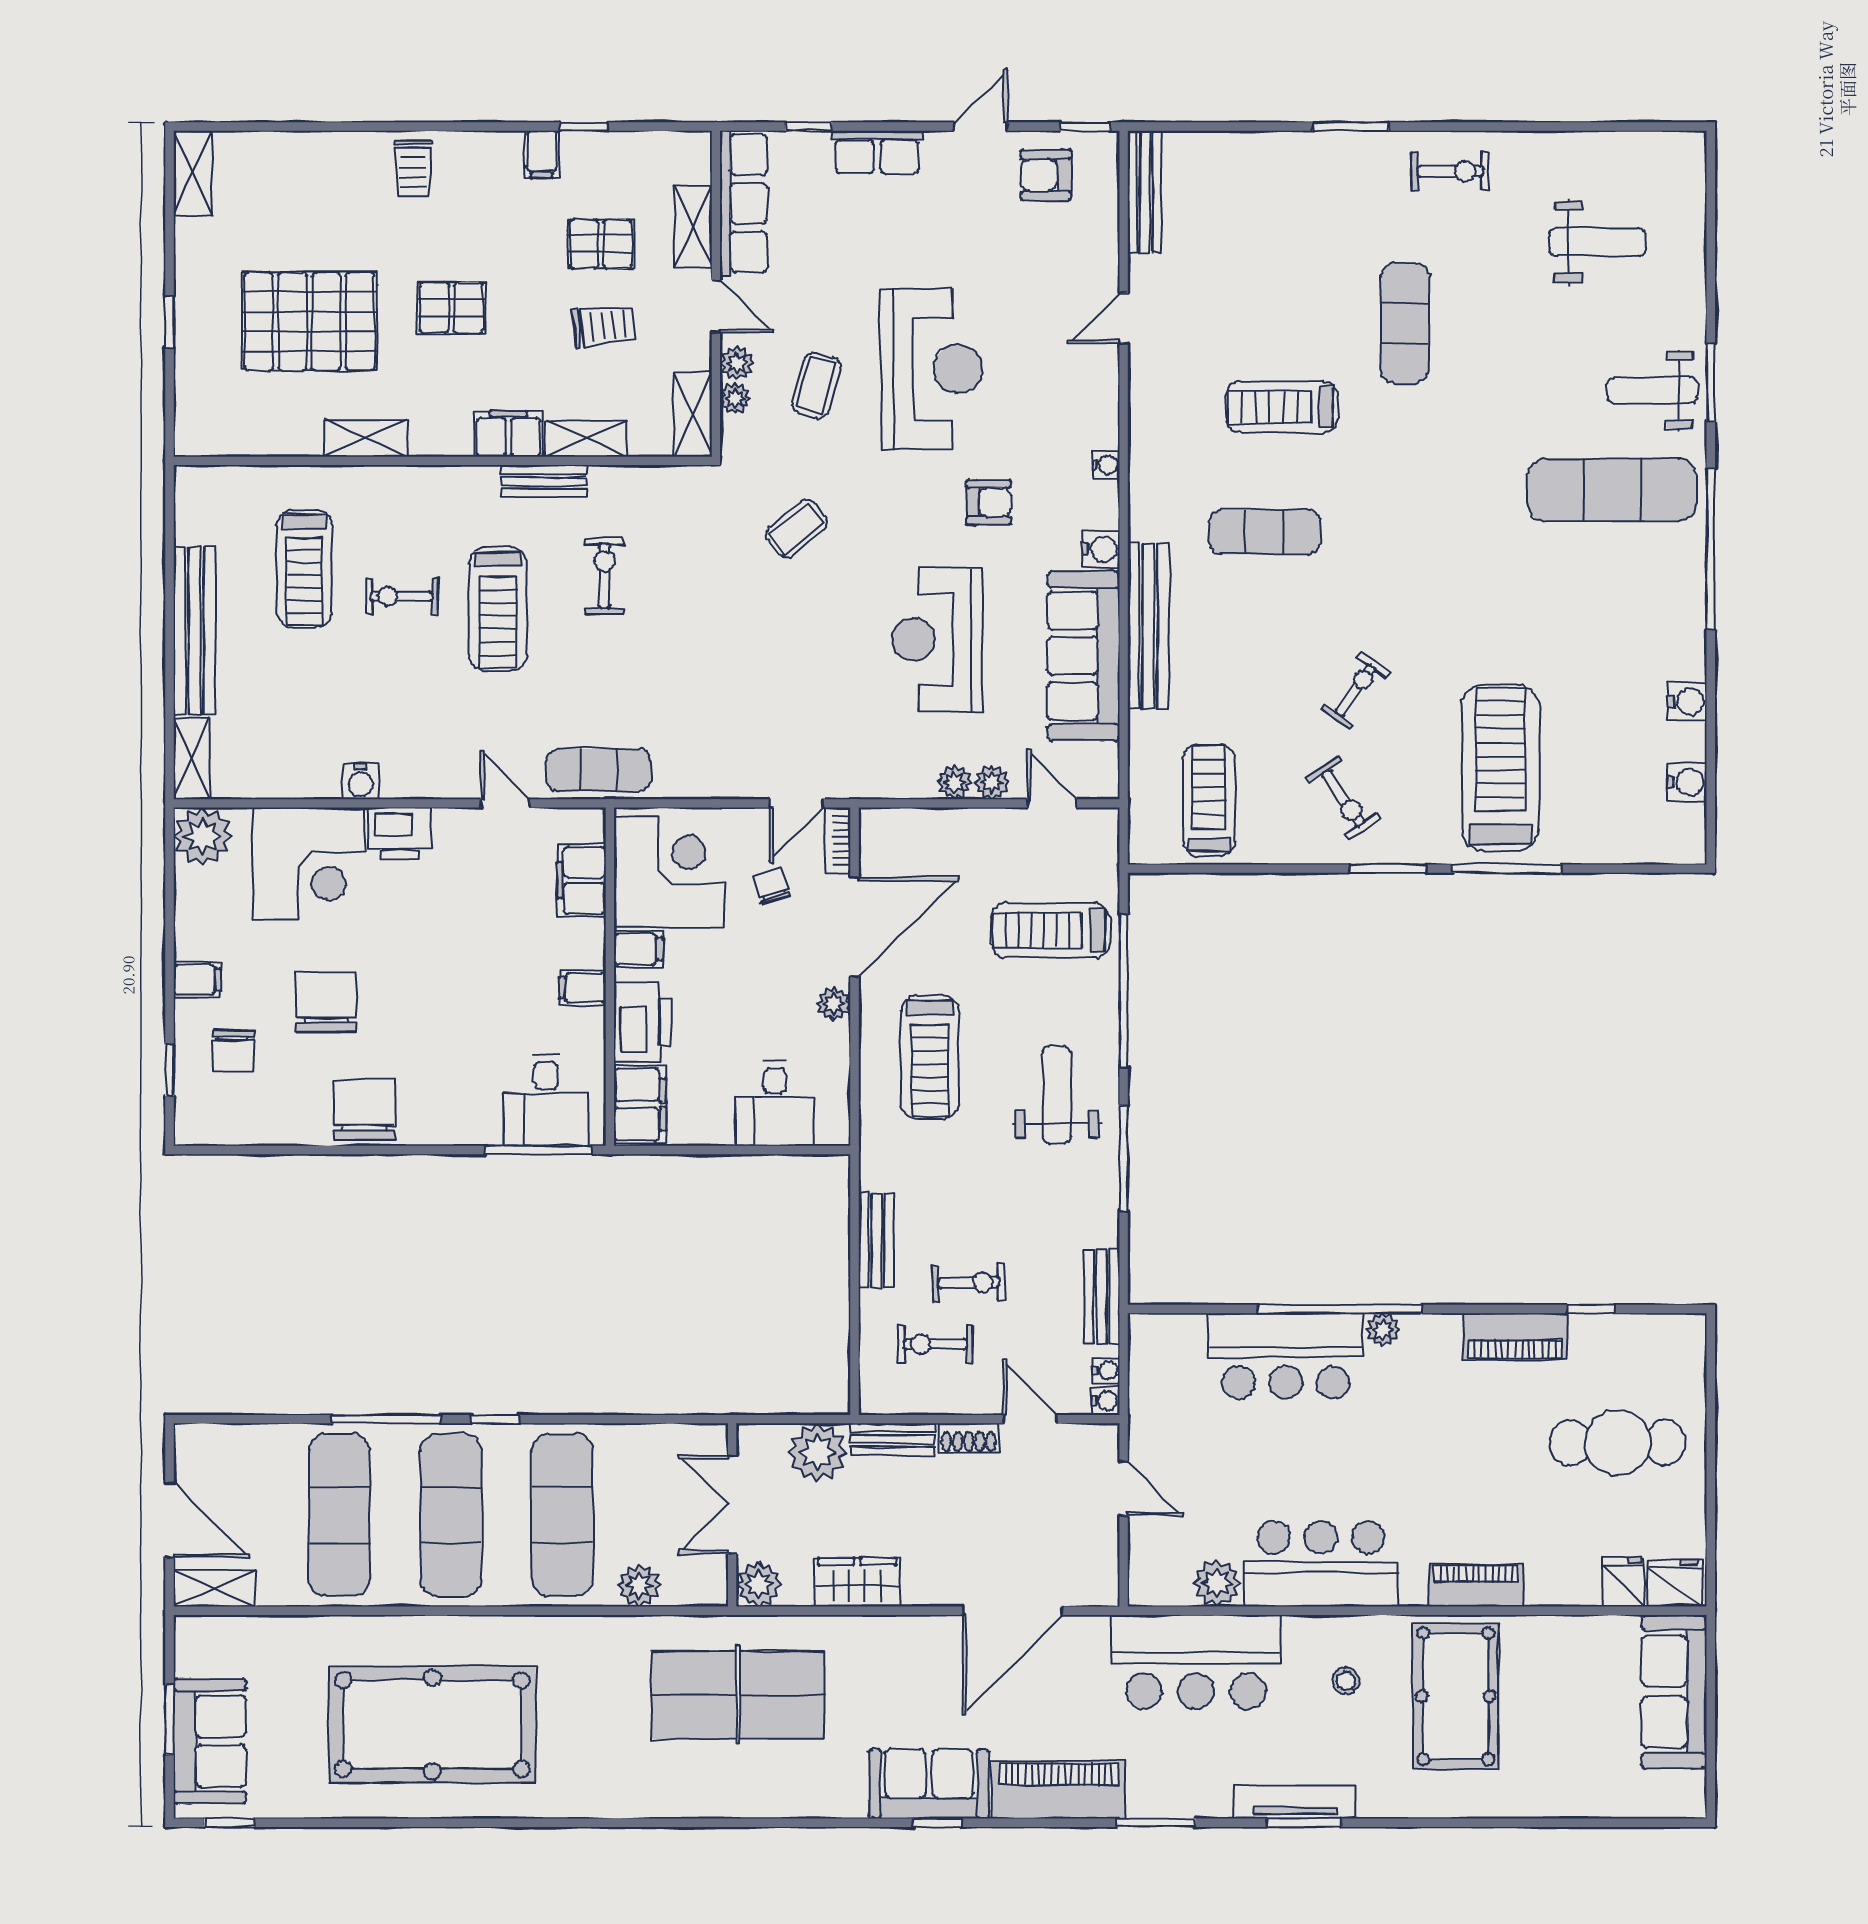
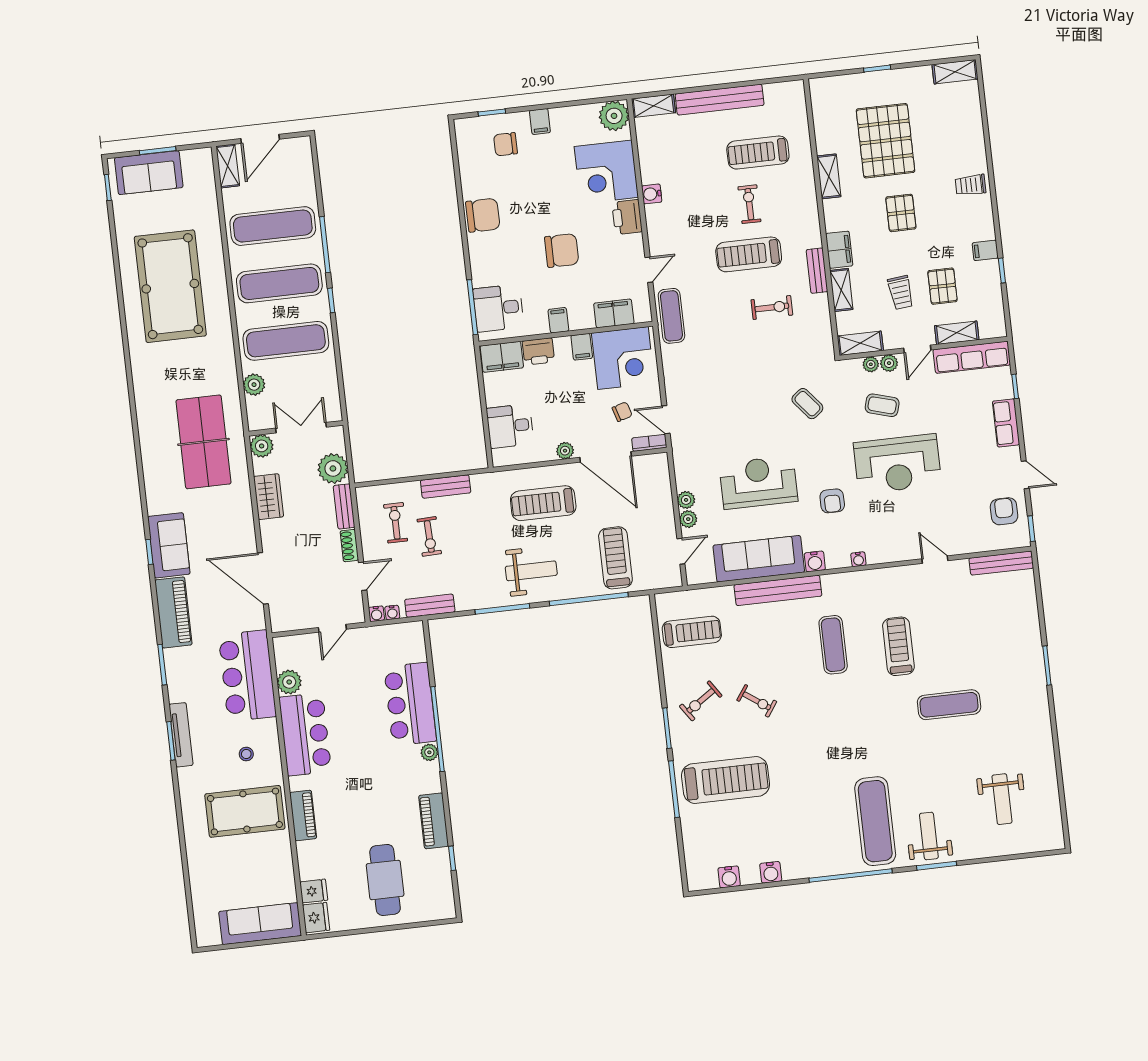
exercise bike: (1450, 171) -> (1030, 719), removed
chair: (326, 1002) -> (562, 250), moved
printer: (642, 1022) -> (538, 351), width x0.73, depth x0.84

